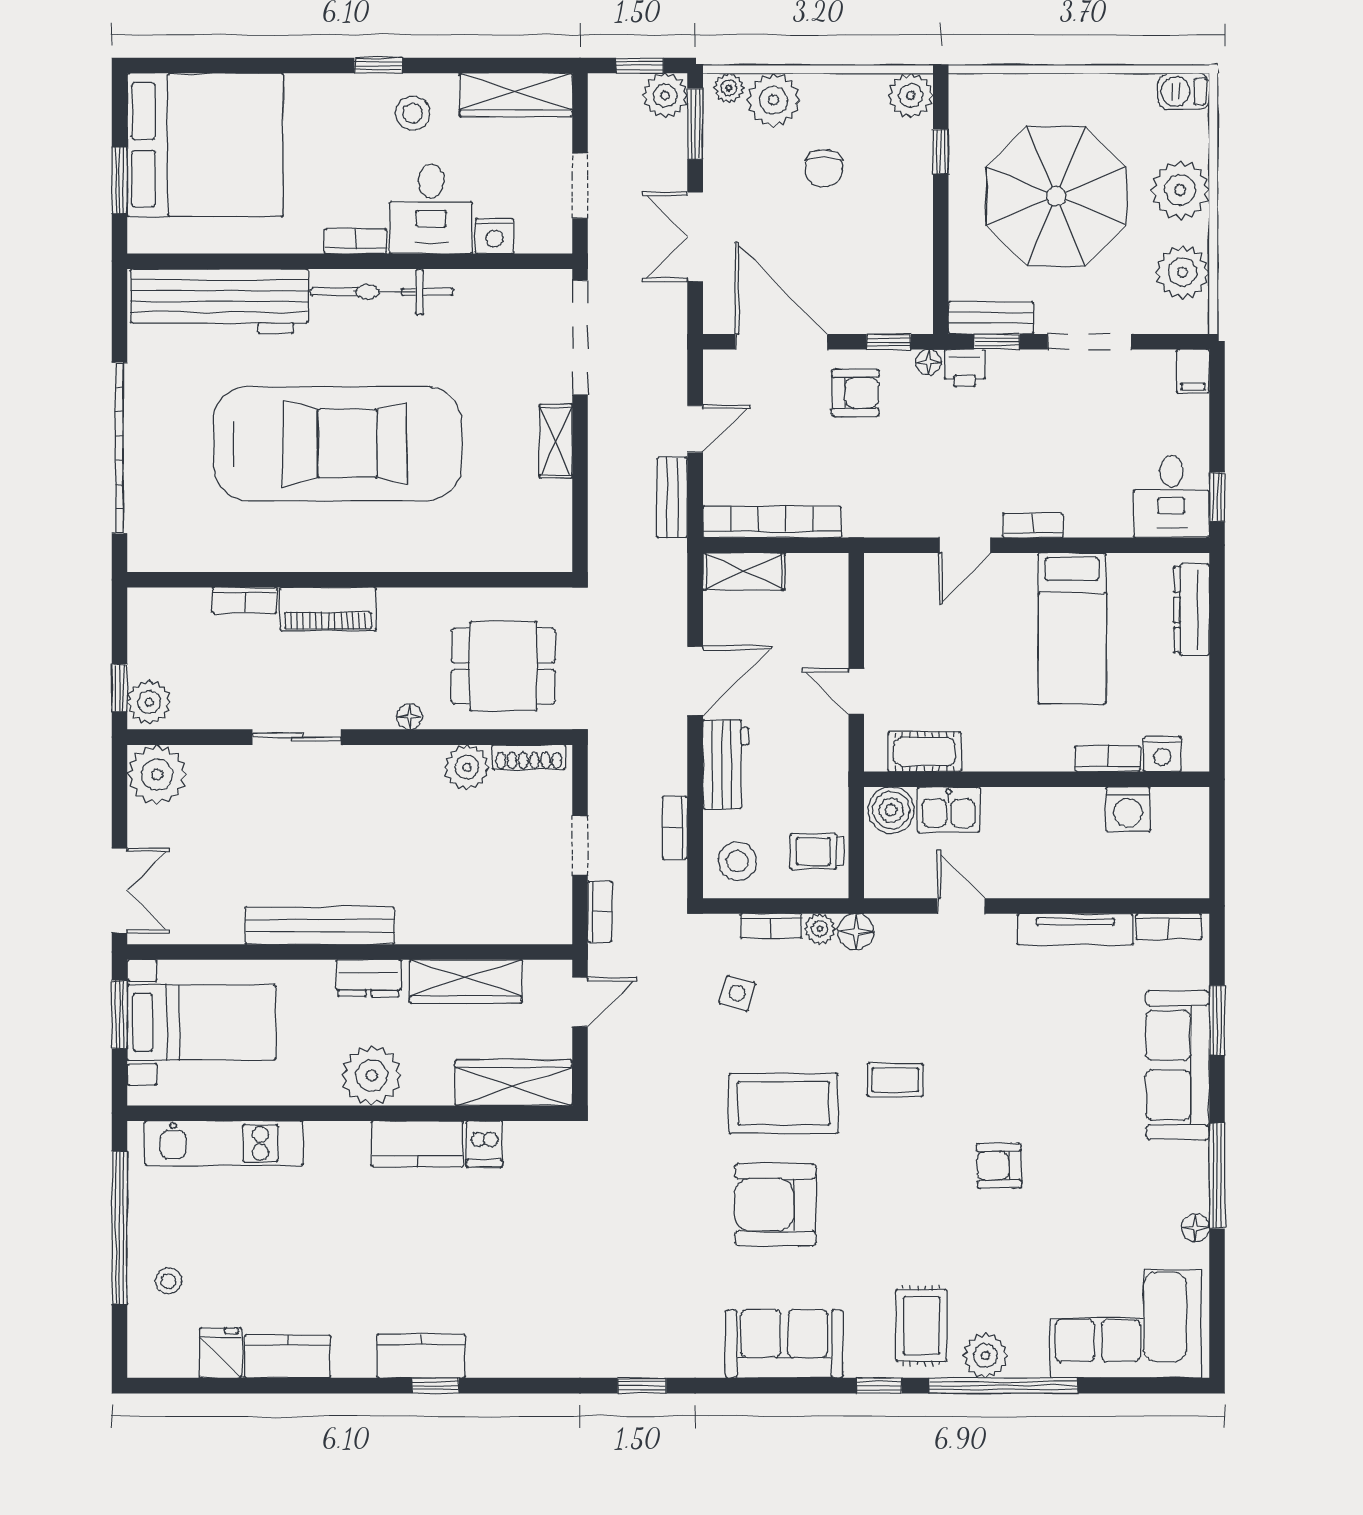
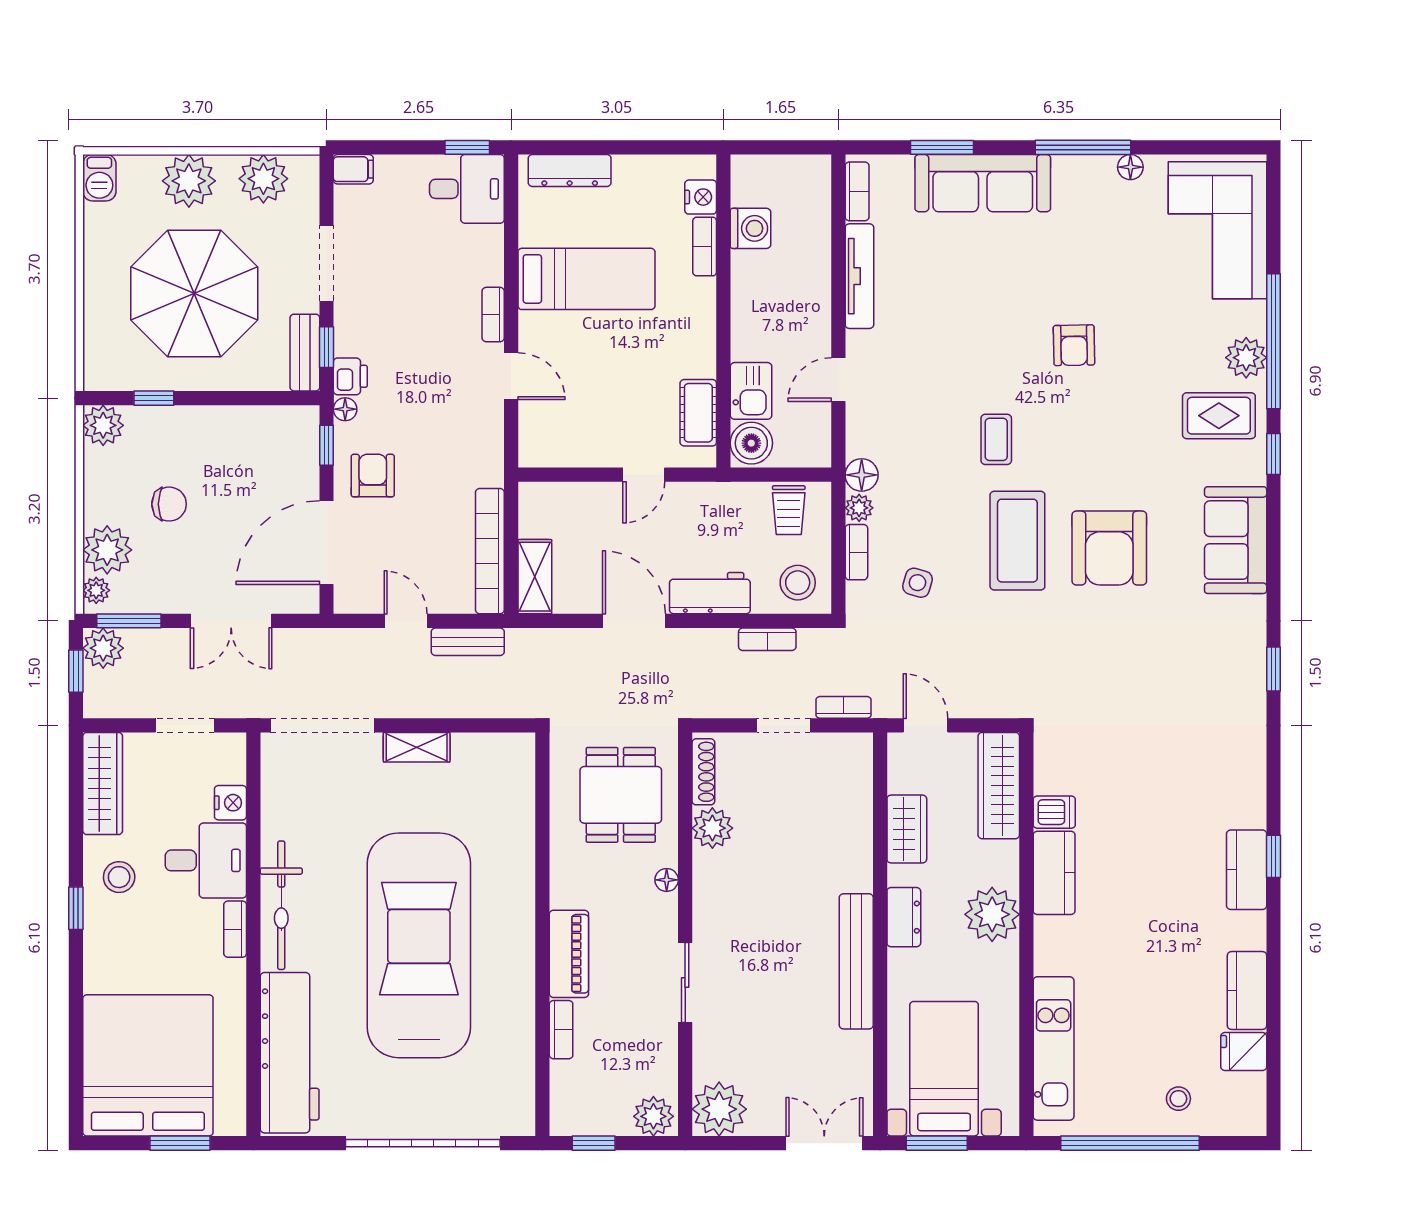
window: (119, 688) -> (594, 1143), moved
wardrobe: (466, 981) -> (907, 829), width x0.67

